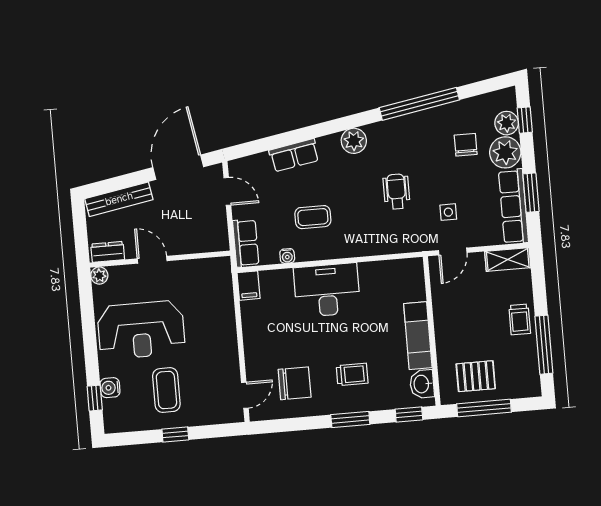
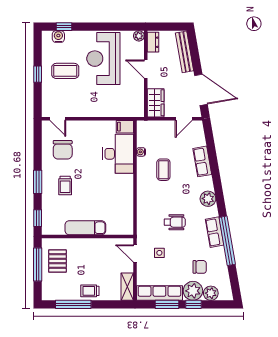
window: (525, 120) -> (194, 304), moved
wardrobe: (206, 239) -> (156, 103), added
row of seats: (246, 243) -> (215, 232), moved, turned 80
door: (152, 260) -> (146, 69), swing flipped
desk: (327, 290) -> (118, 154), moved
washbasin: (422, 384) -> (56, 228), removed
water cooler: (110, 388) -> (58, 37), moved

